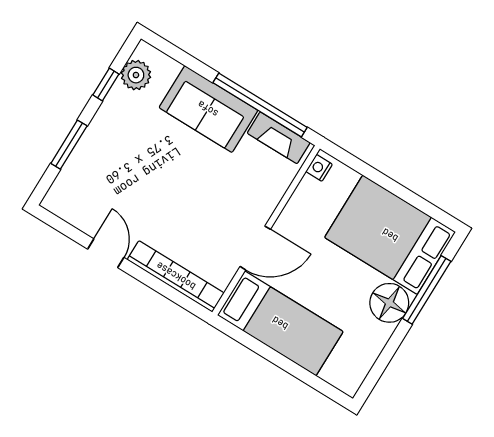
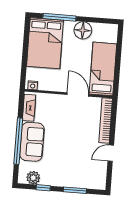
window: (260, 105) -> (18, 141), moved
floor lamp: (389, 303) -> (83, 30), moved

